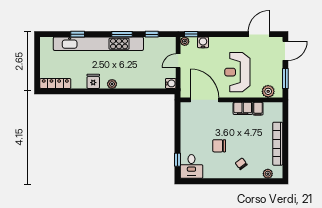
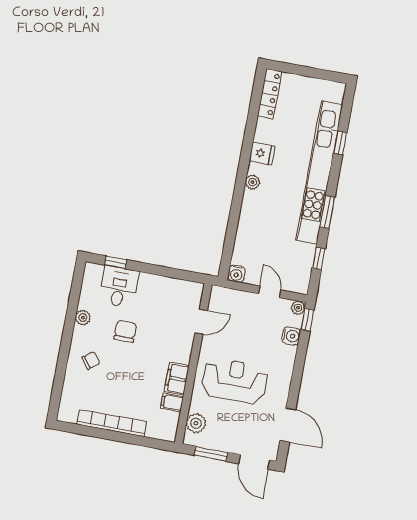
door: (205, 100) -> (201, 322), width x0.53
desk: (191, 166) -> (119, 287), moved, turned 90
plant: (268, 174) -> (83, 318), moved

